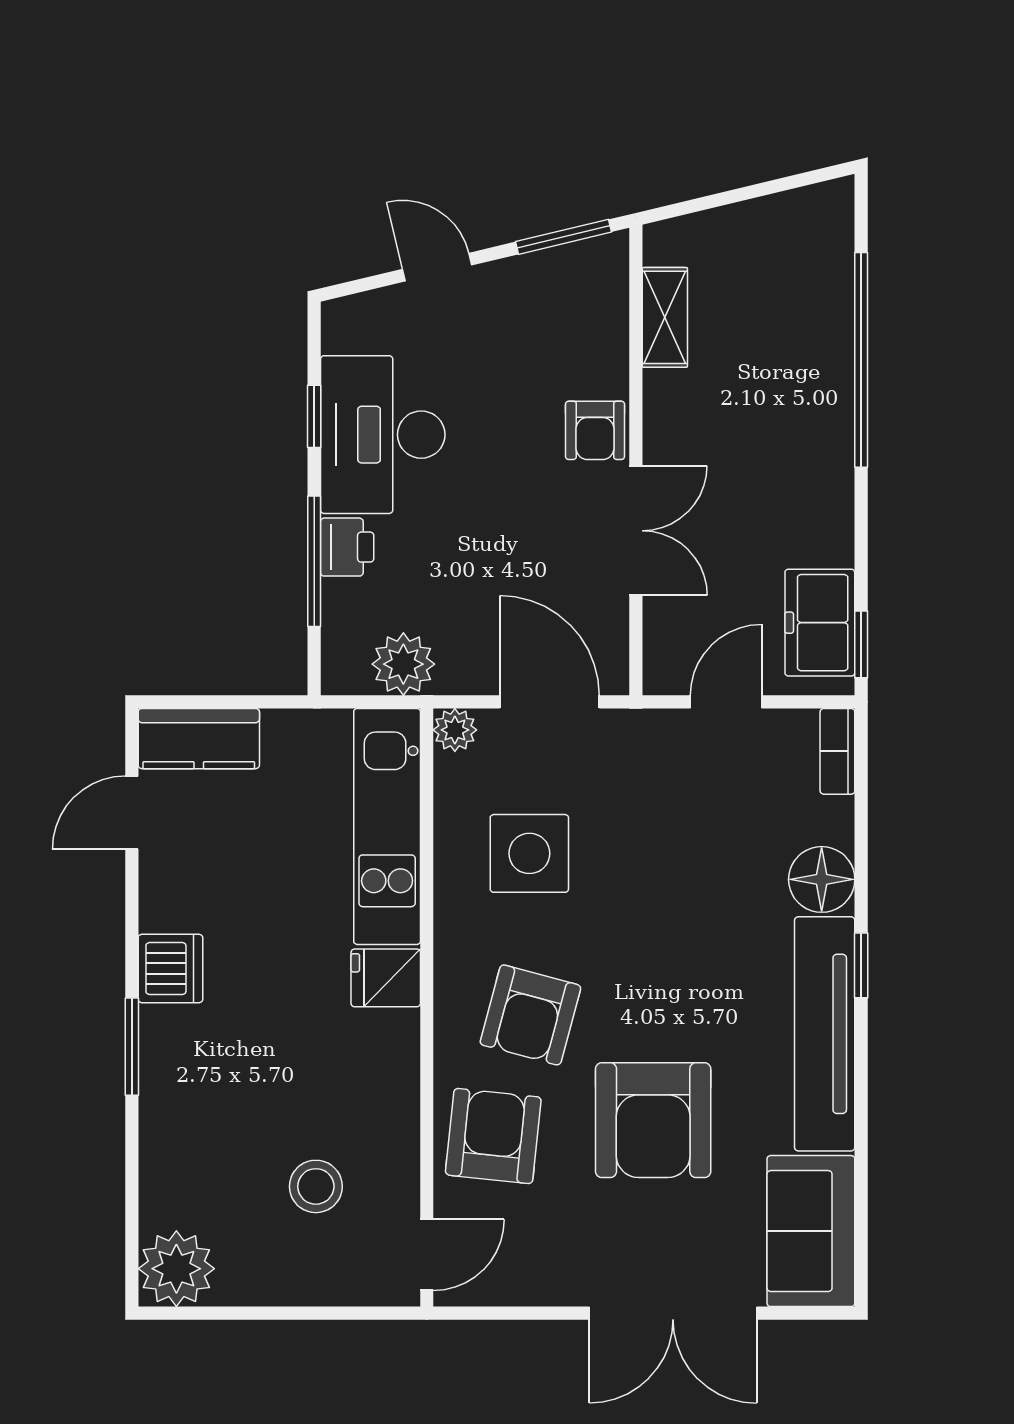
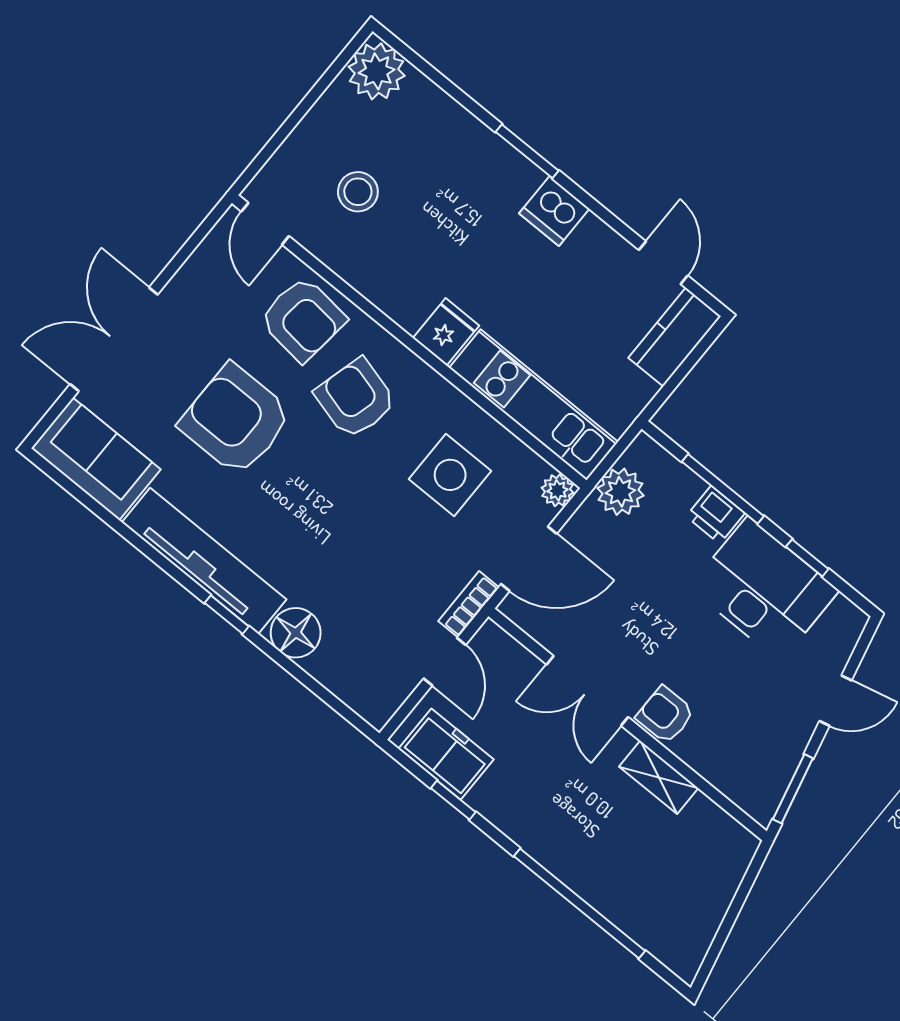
shelving: (665, 317) -> (659, 777), moved
window: (861, 644) -> (453, 800), moved
bookcase: (837, 751) -> (469, 604), moved, turned -90

